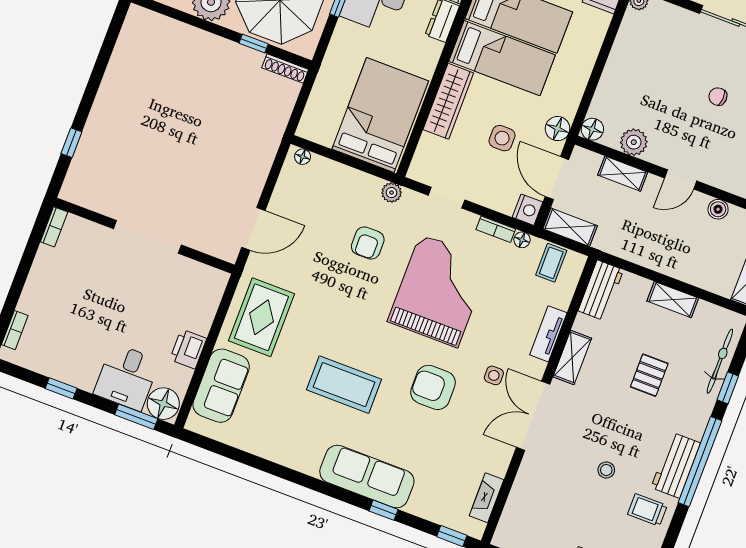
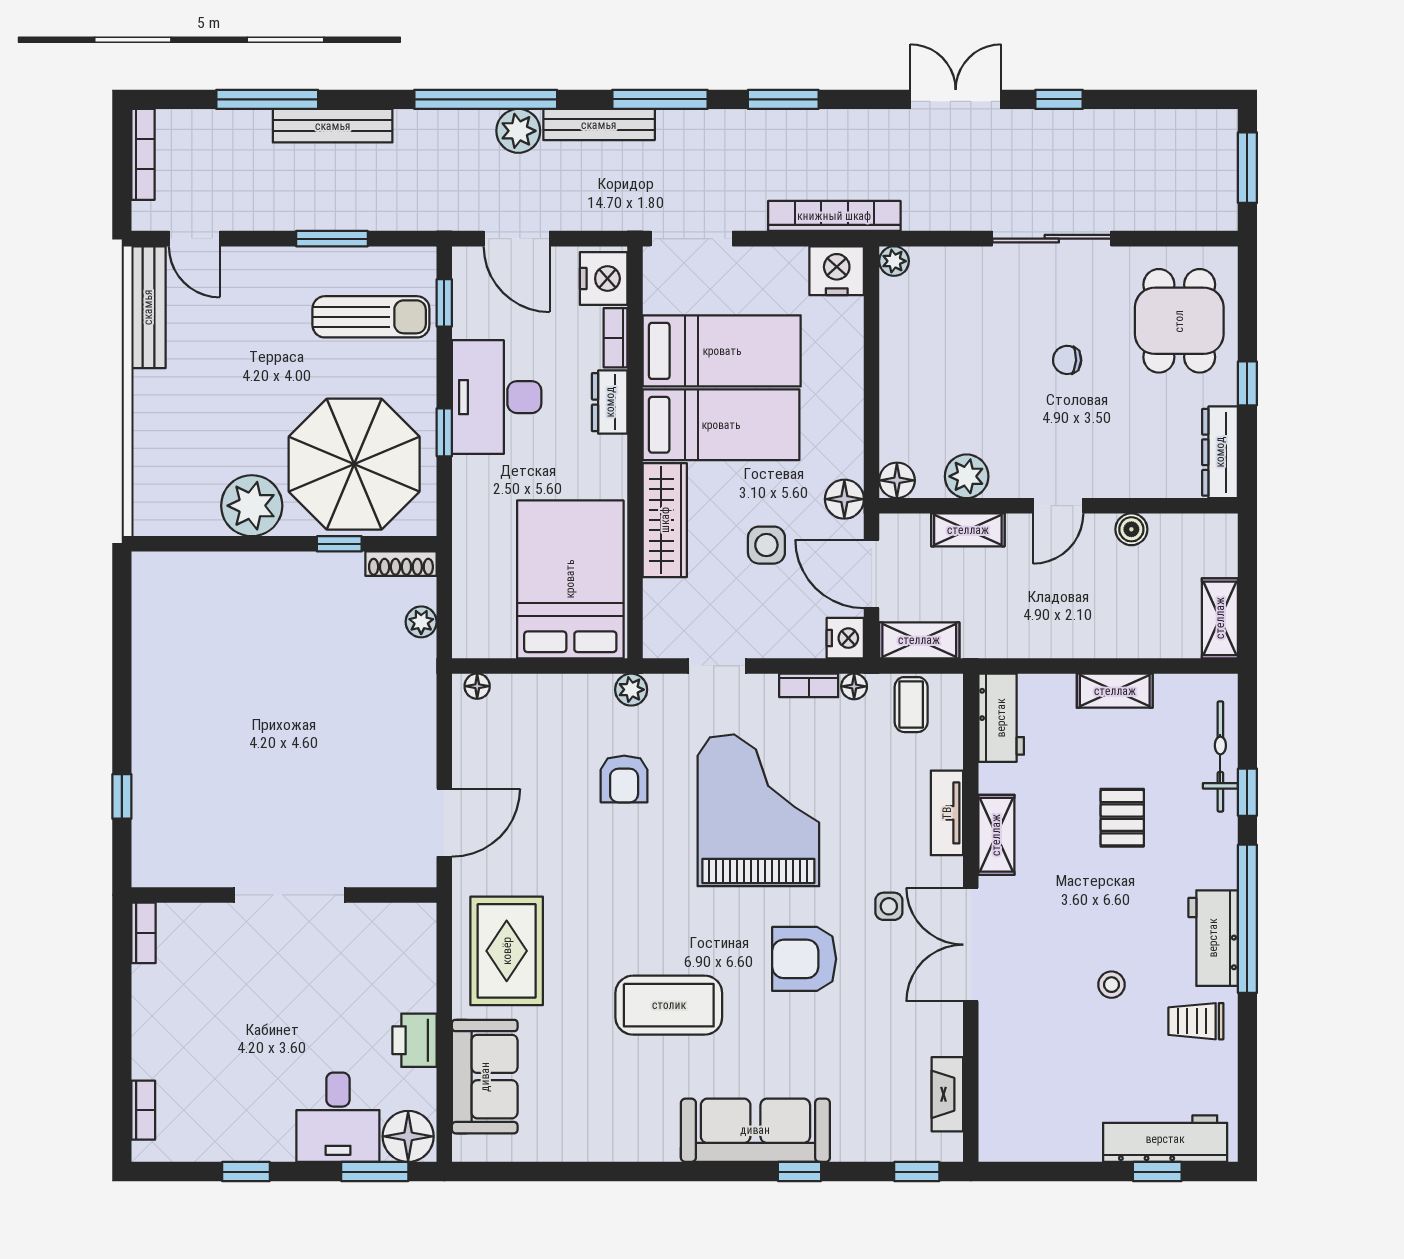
plant: (284, 107) -> (421, 622), added

